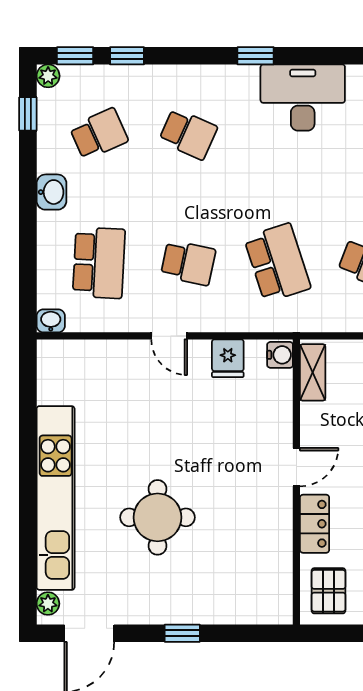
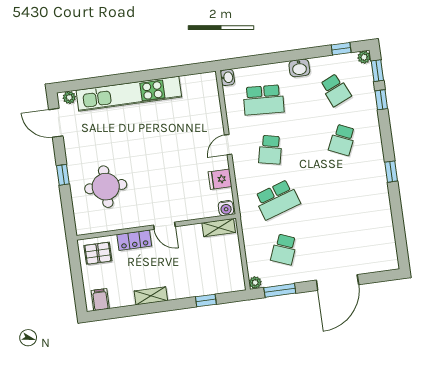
desk: (303, 98) -> (371, 201), removed
round table: (158, 517) -> (106, 187), moved

